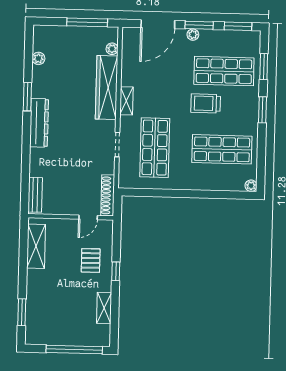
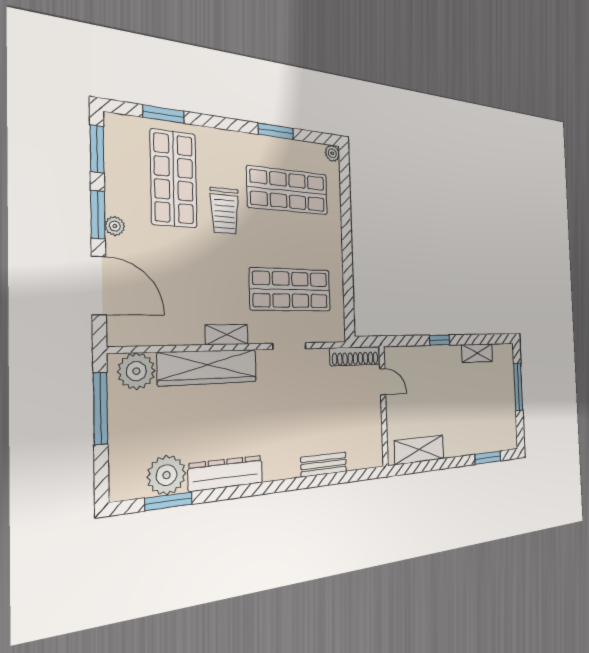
plant: (112, 49) -> (136, 371), width x1.87, depth x1.87
plant: (38, 58) -> (166, 475), width x1.87, depth x1.87
window: (27, 97) -> (169, 501), moved
window: (263, 110) -> (276, 131), moved
dresser: (39, 123) -> (226, 473), moved
shop shelf: (222, 149) -> (288, 191), turned 90
bench: (35, 195) -> (324, 464), moved
pallet: (91, 260) -> (430, 374), removed
window: (74, 350) -> (518, 387), width x0.68

